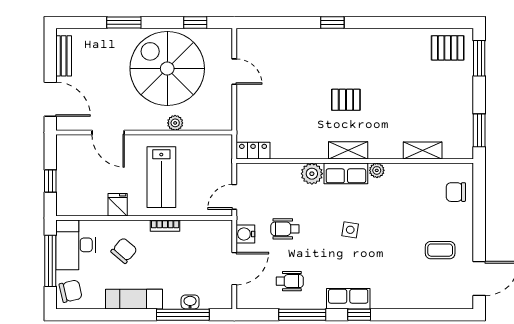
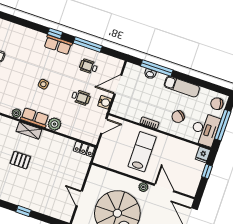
window: (332, 22) -> (24, 211), moved
plant: (175, 123) -> (143, 187), moved
fridge: (118, 205) -> (203, 155), moved

